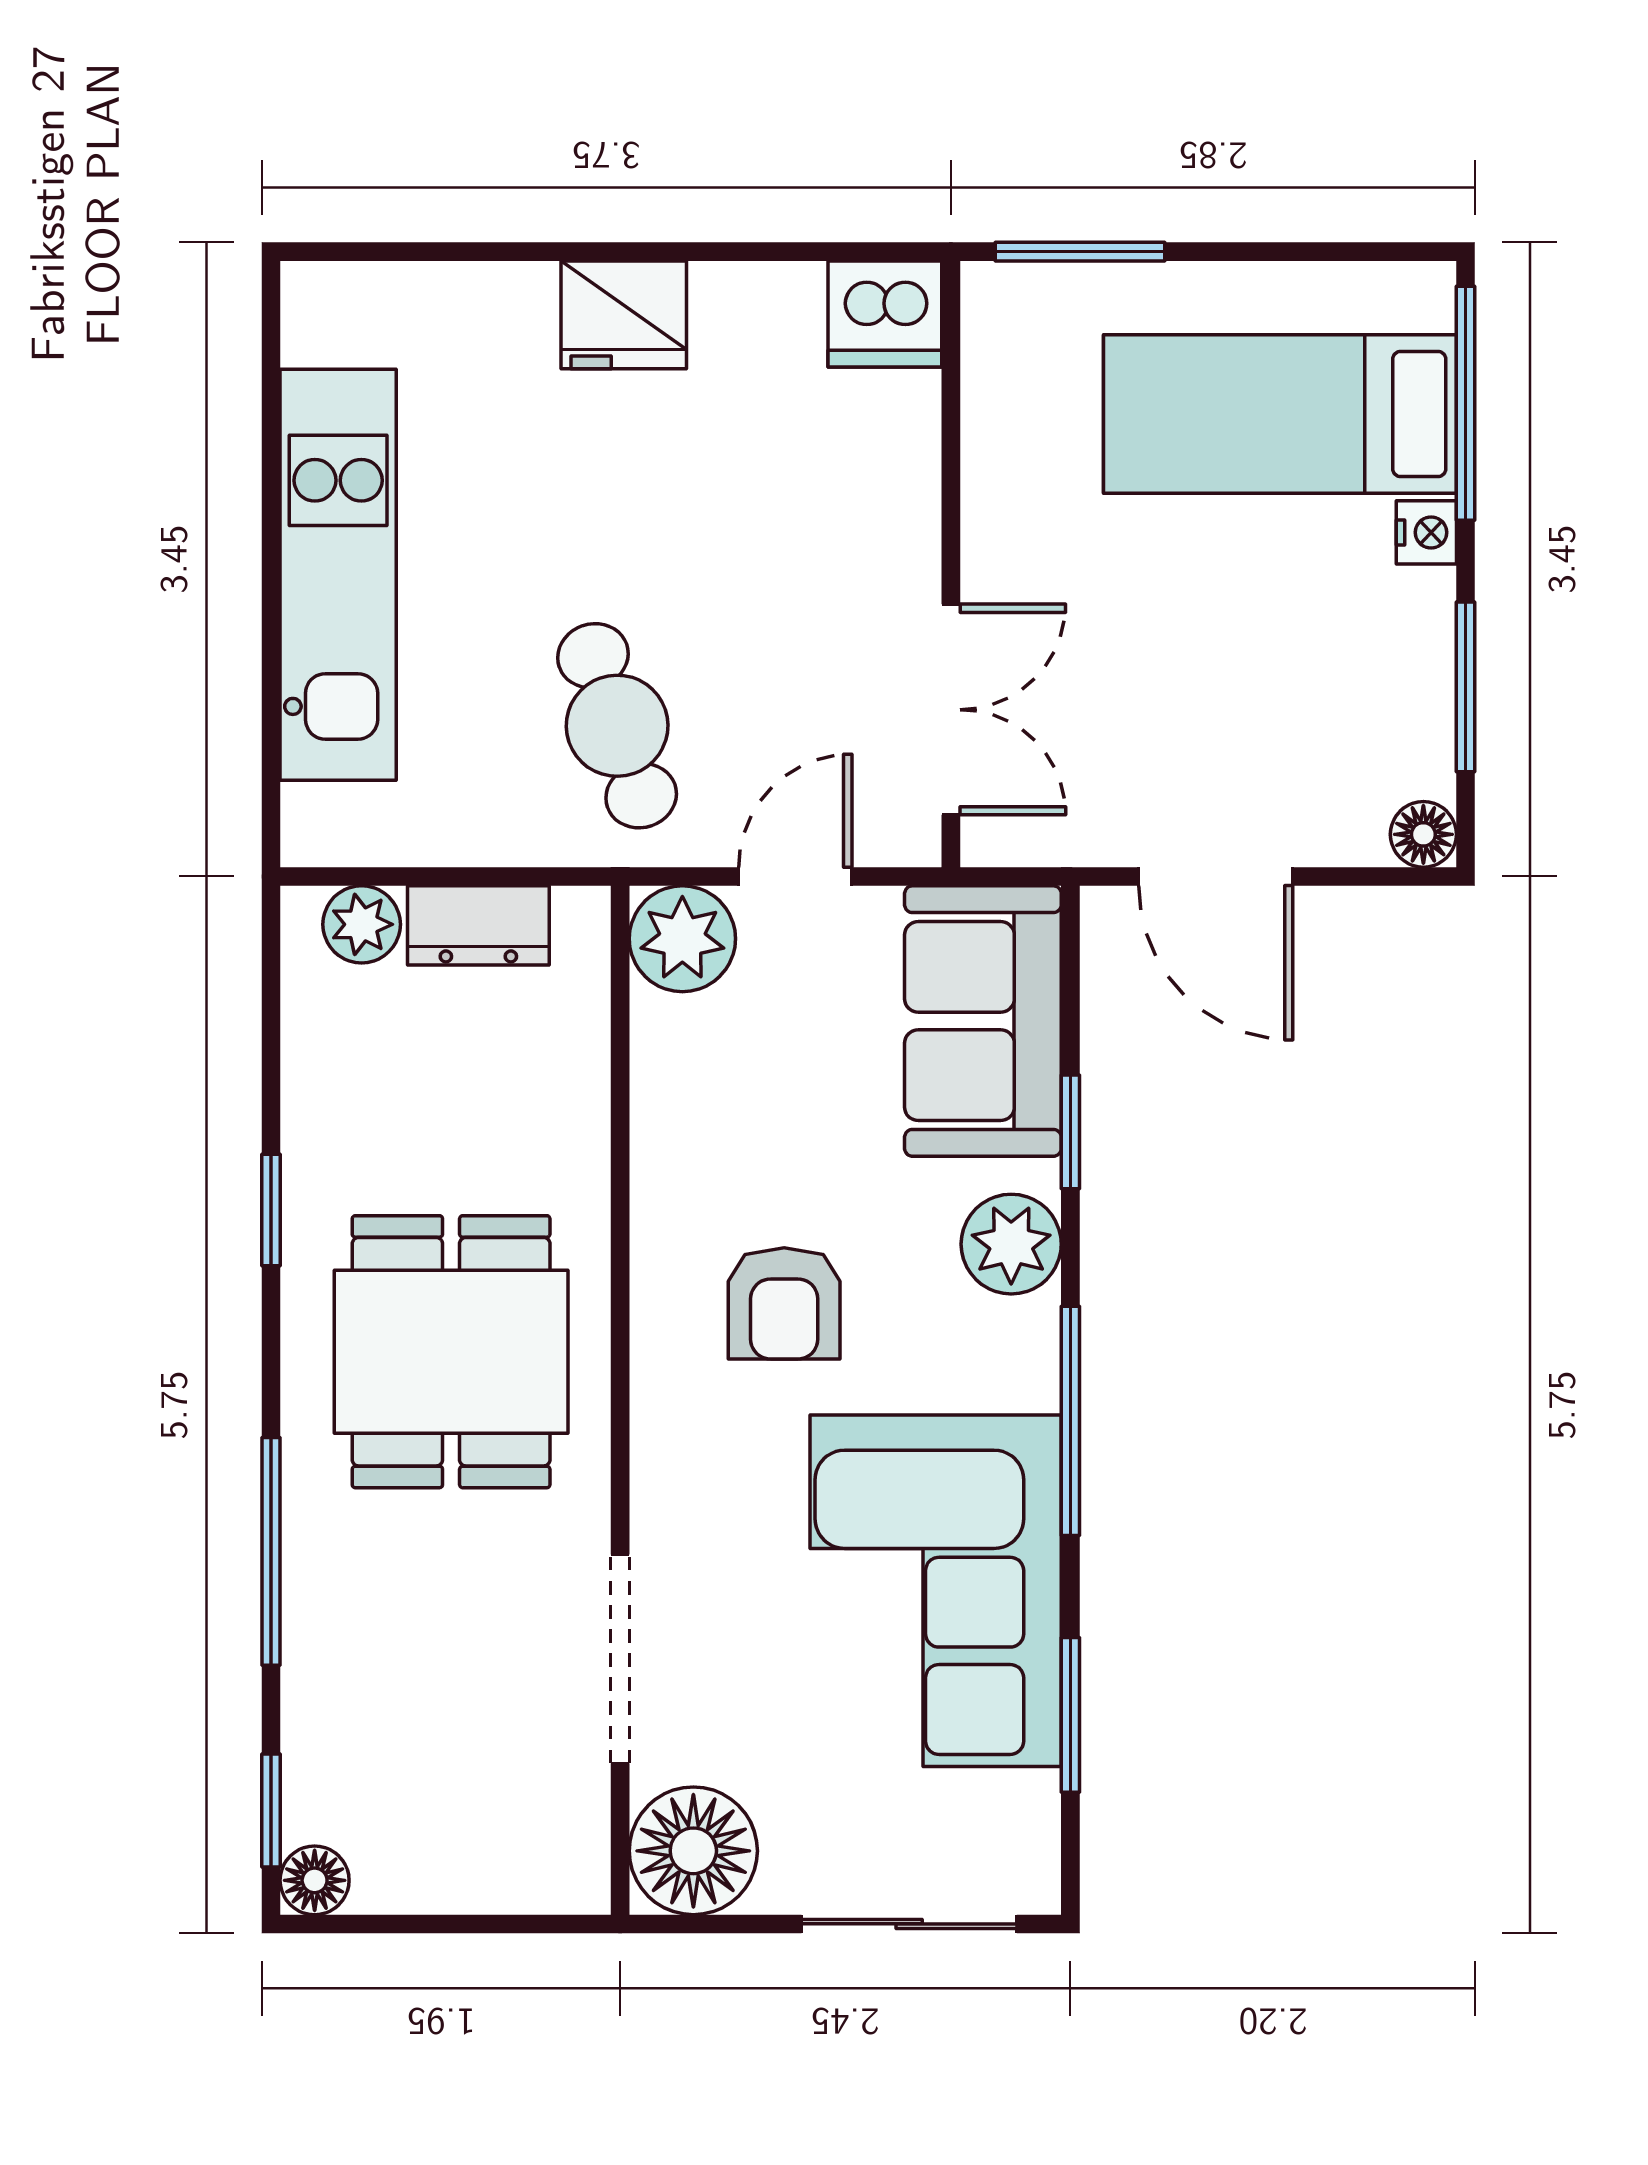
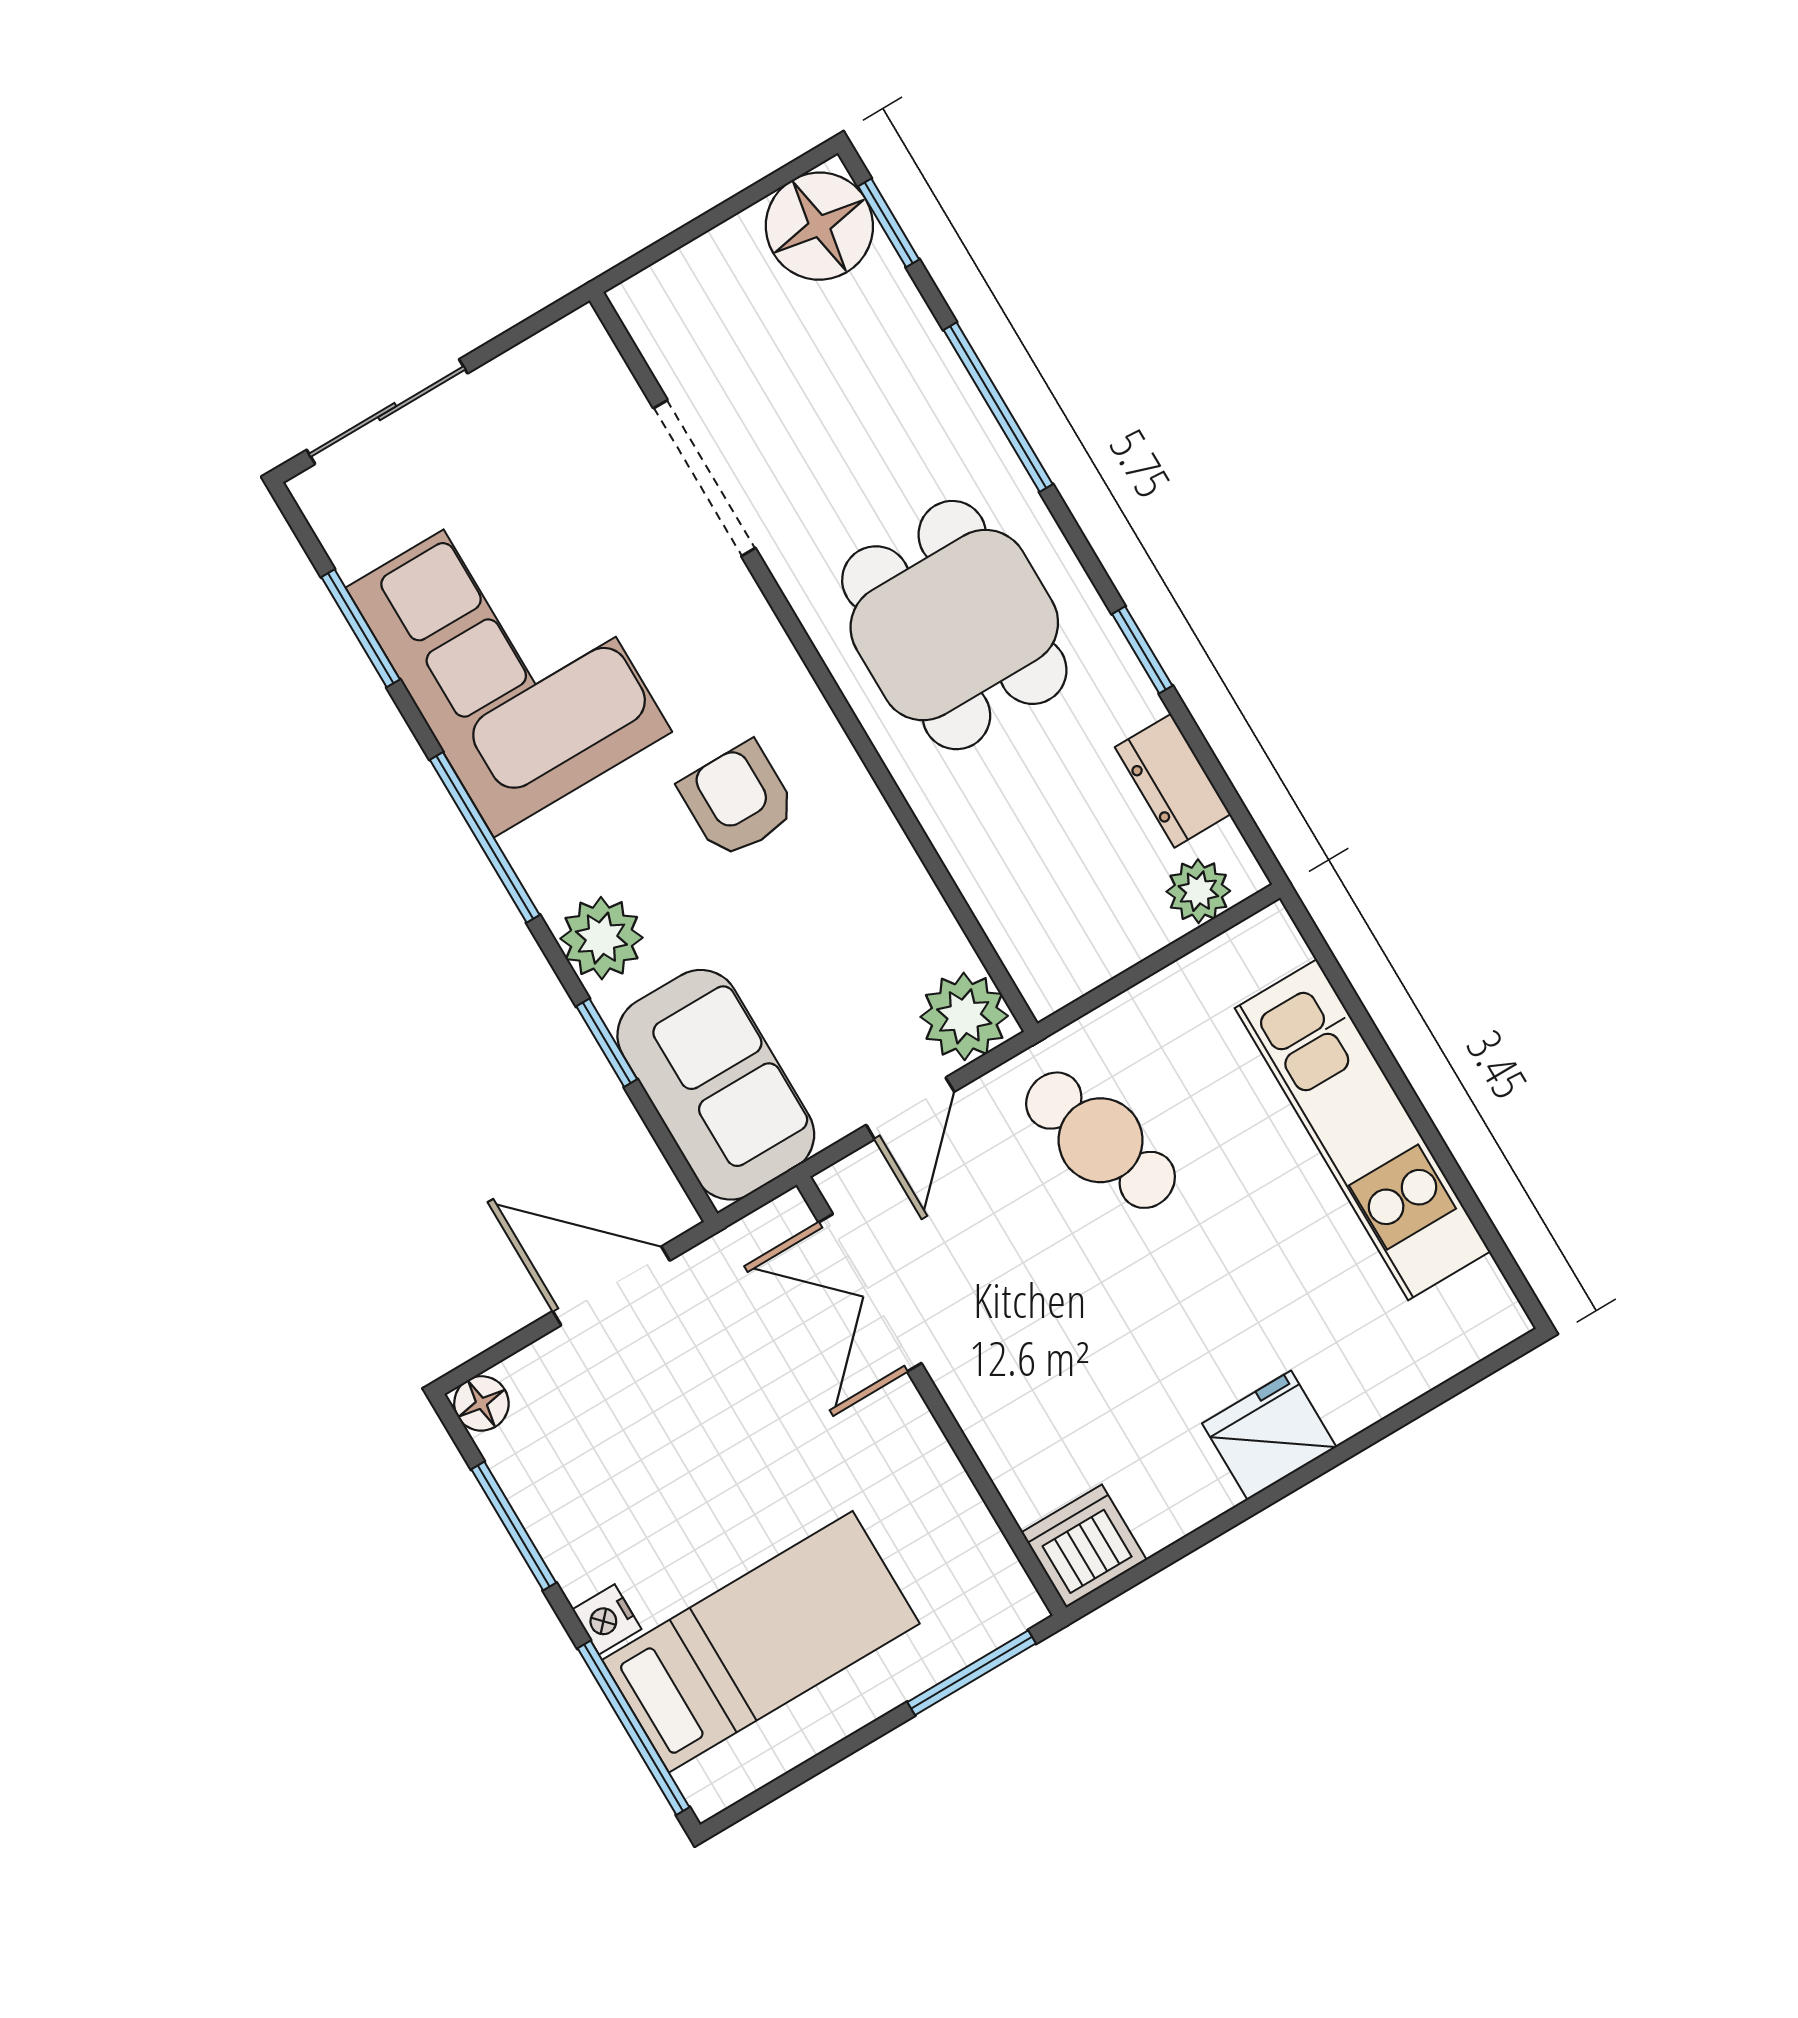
dresser: (478, 925) -> (1173, 781), moved, turned -90
floor lamp: (693, 1851) -> (571, 372), removed
floor lamp: (315, 1880) -> (819, 226), width x1.89, depth x1.89

